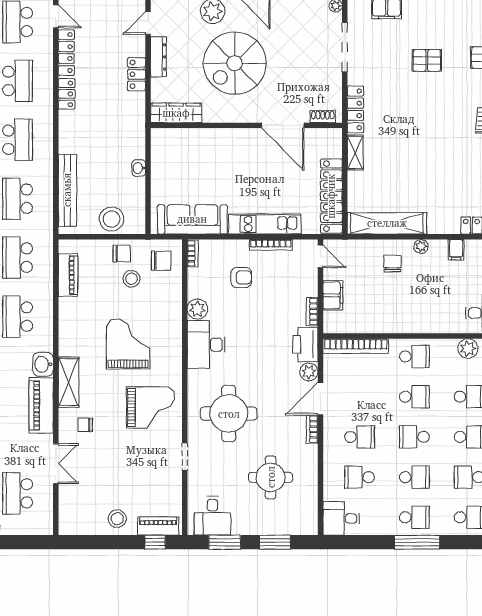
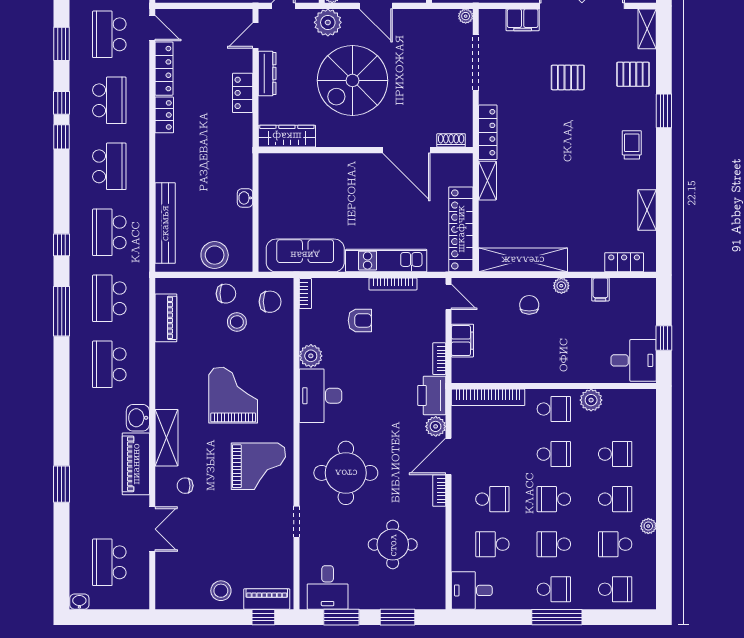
plant: (468, 349) -> (591, 400), moved
school desk: (414, 477) -> (554, 544), turned 180

